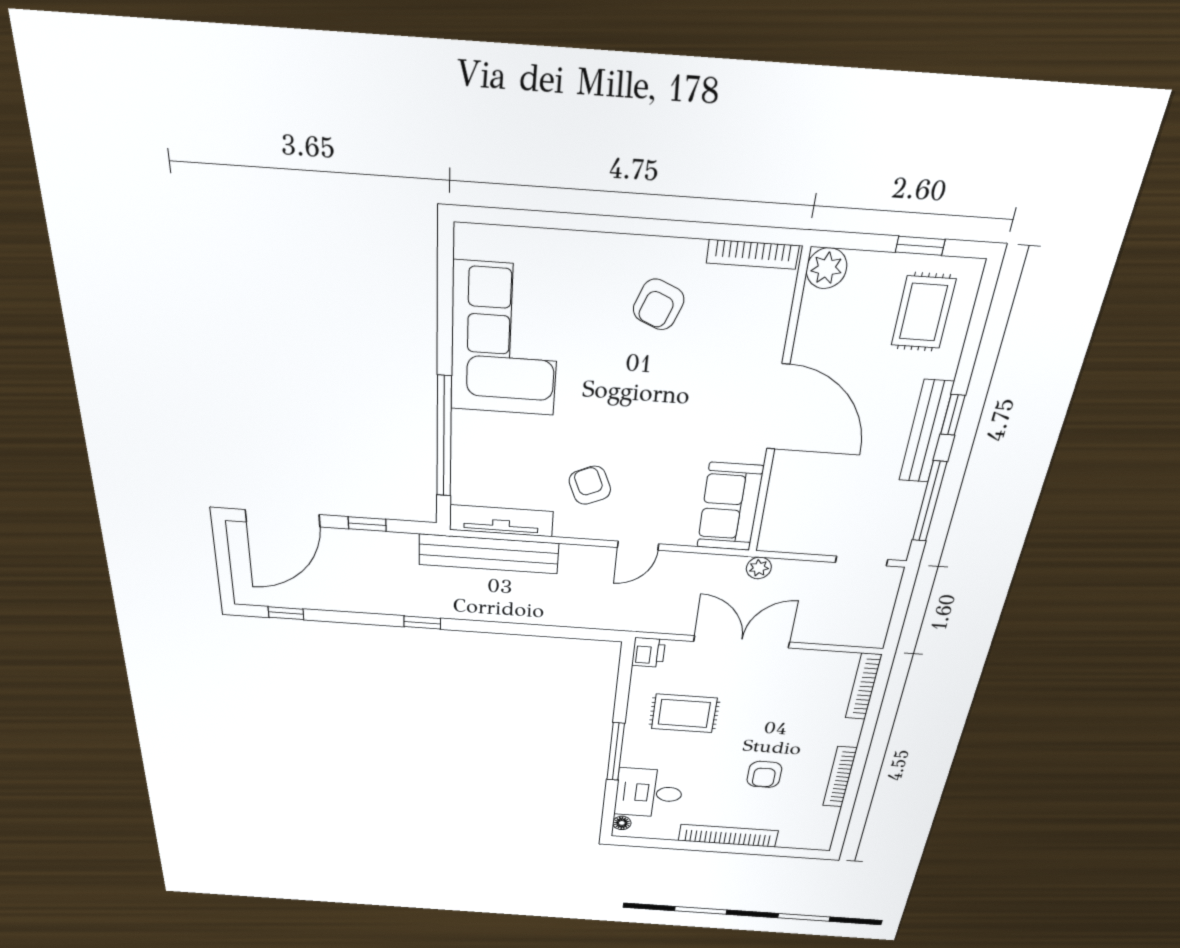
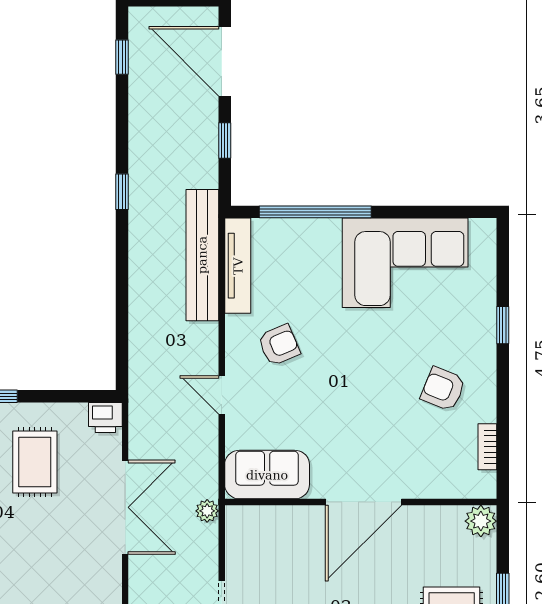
window: (587, 223) -> (503, 325), added
bookcase: (753, 254) -> (487, 447), width x0.64

